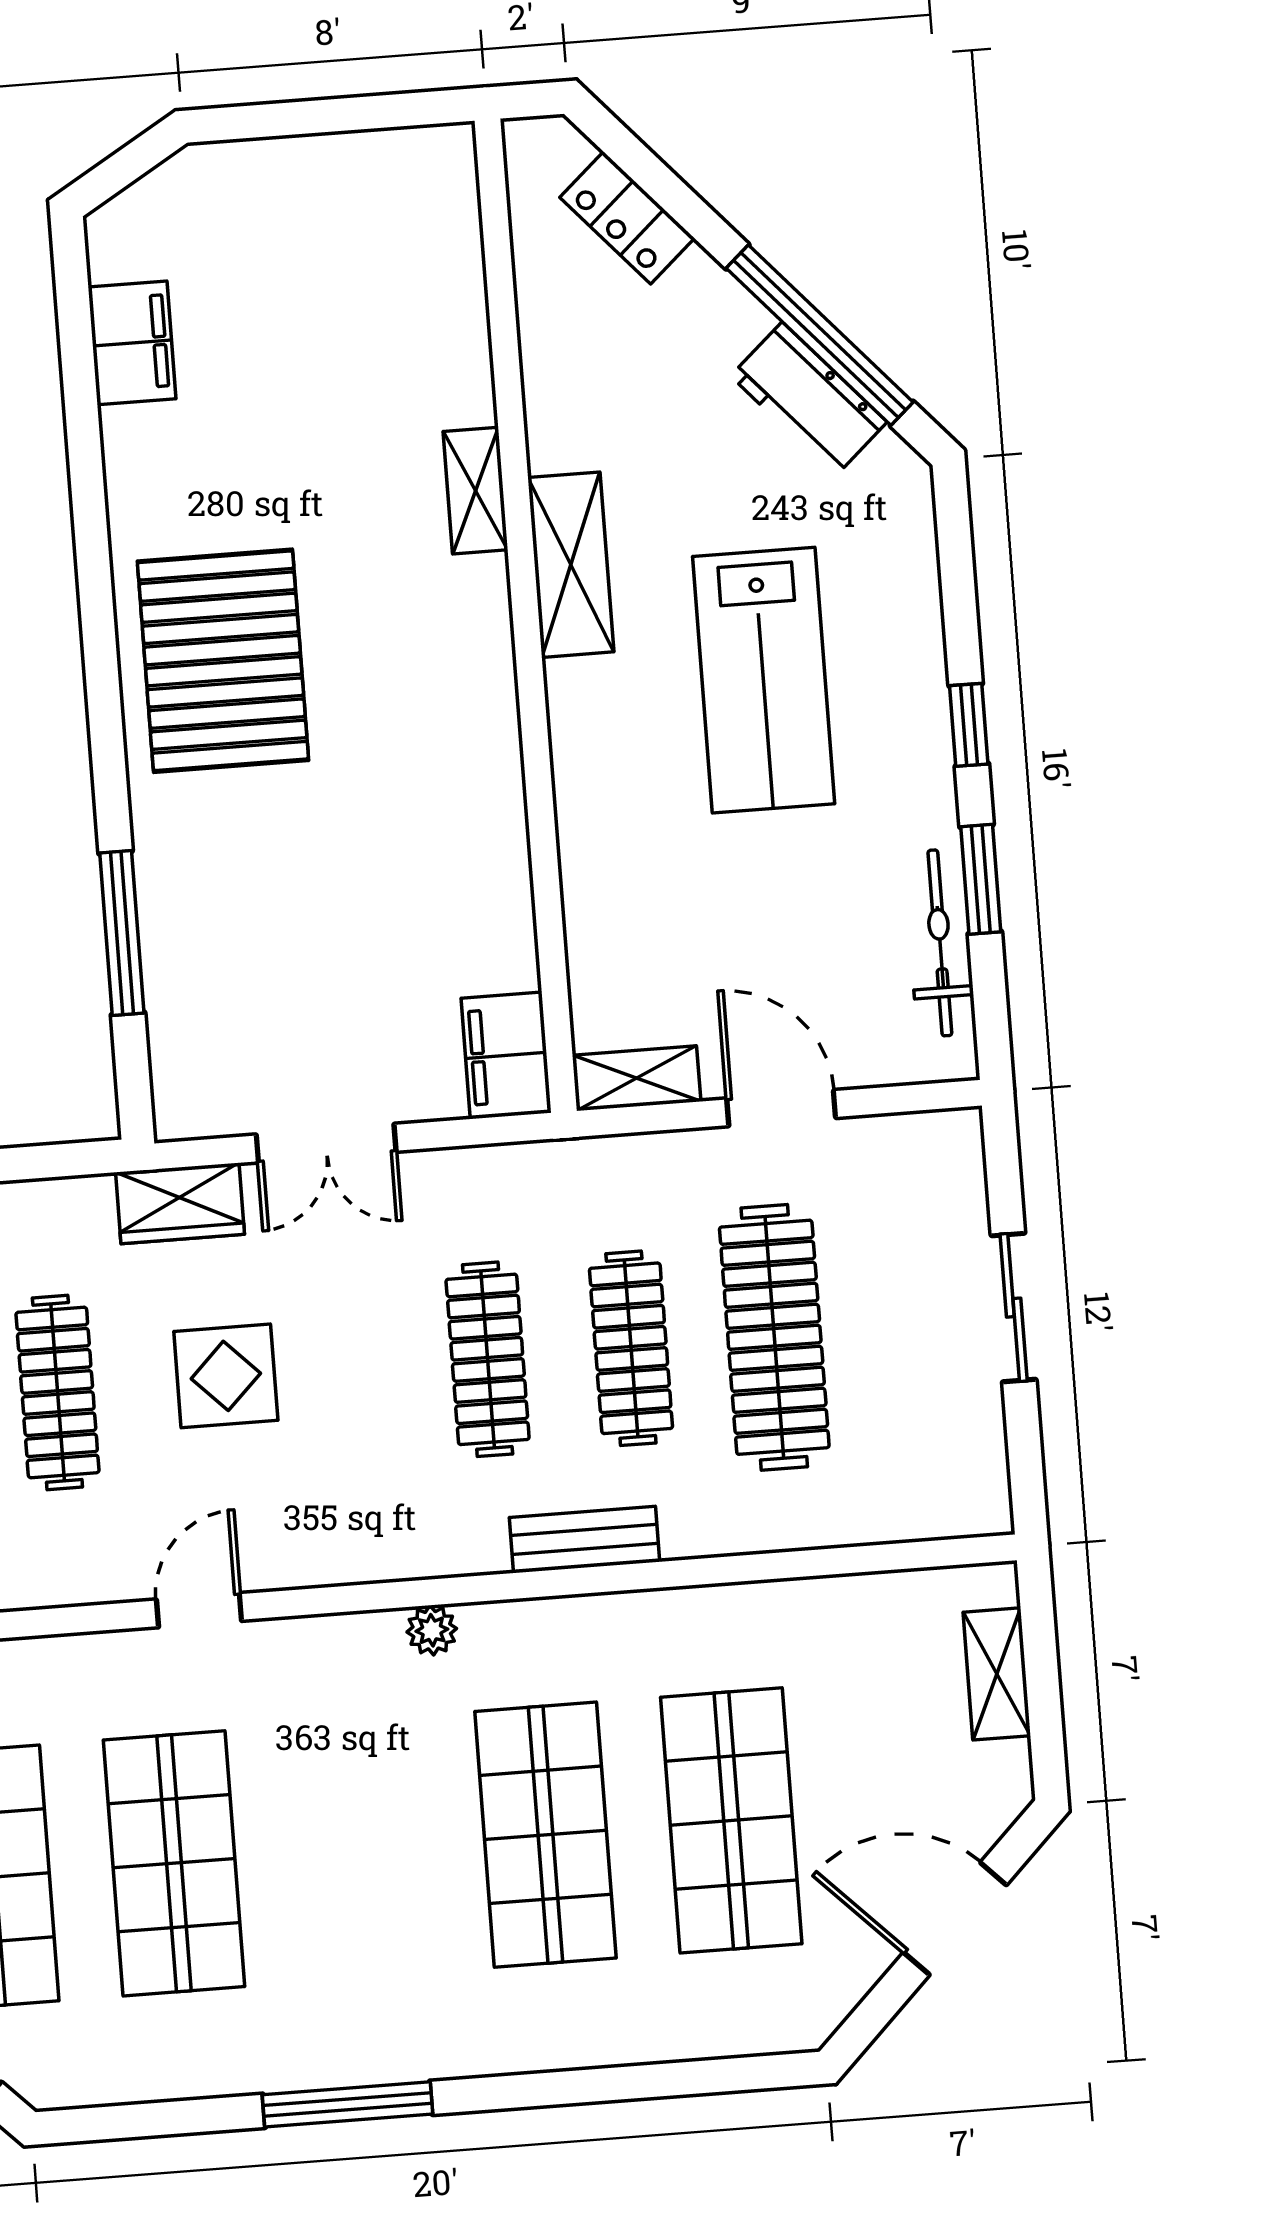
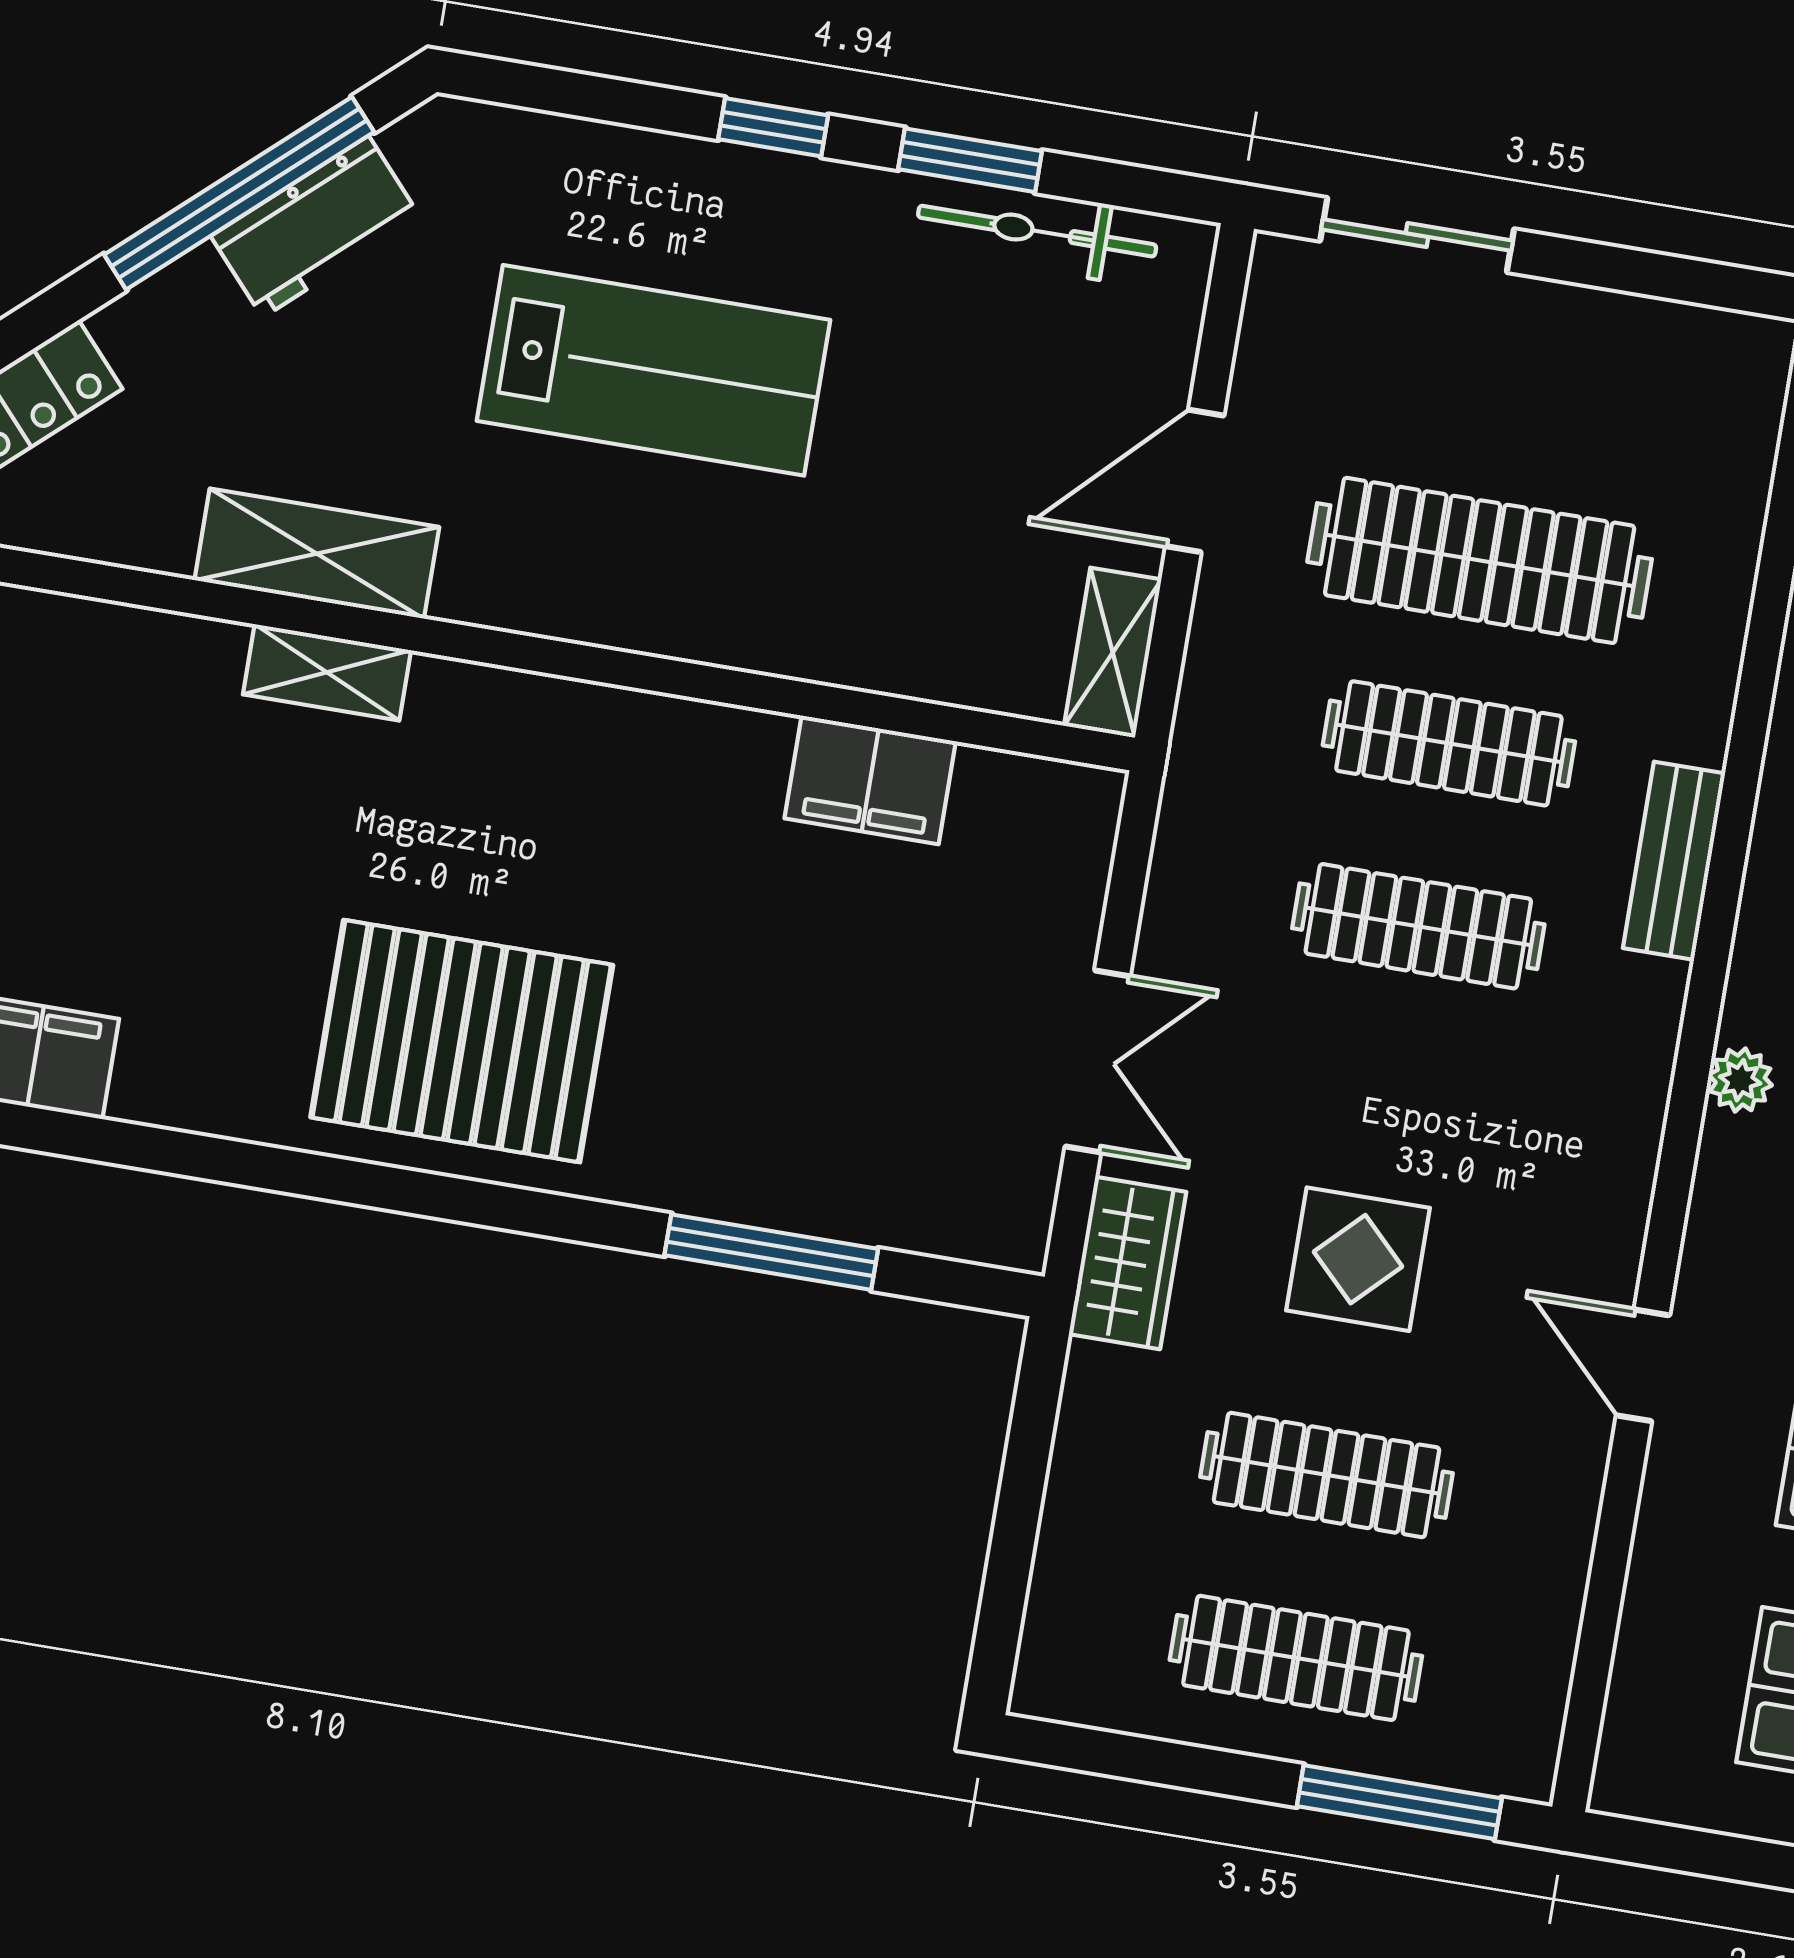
shelving: (571, 565) -> (317, 554), moved
filing cabinet: (506, 1056) -> (870, 780), moved
sliding door: (1014, 1308) -> (1417, 235), moved

